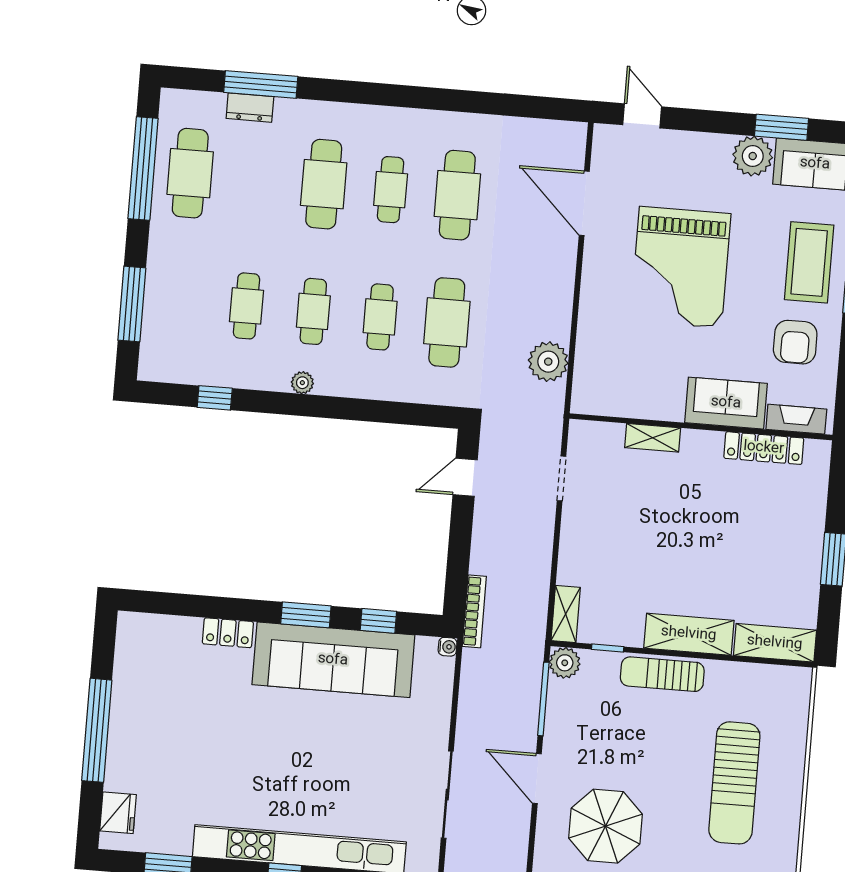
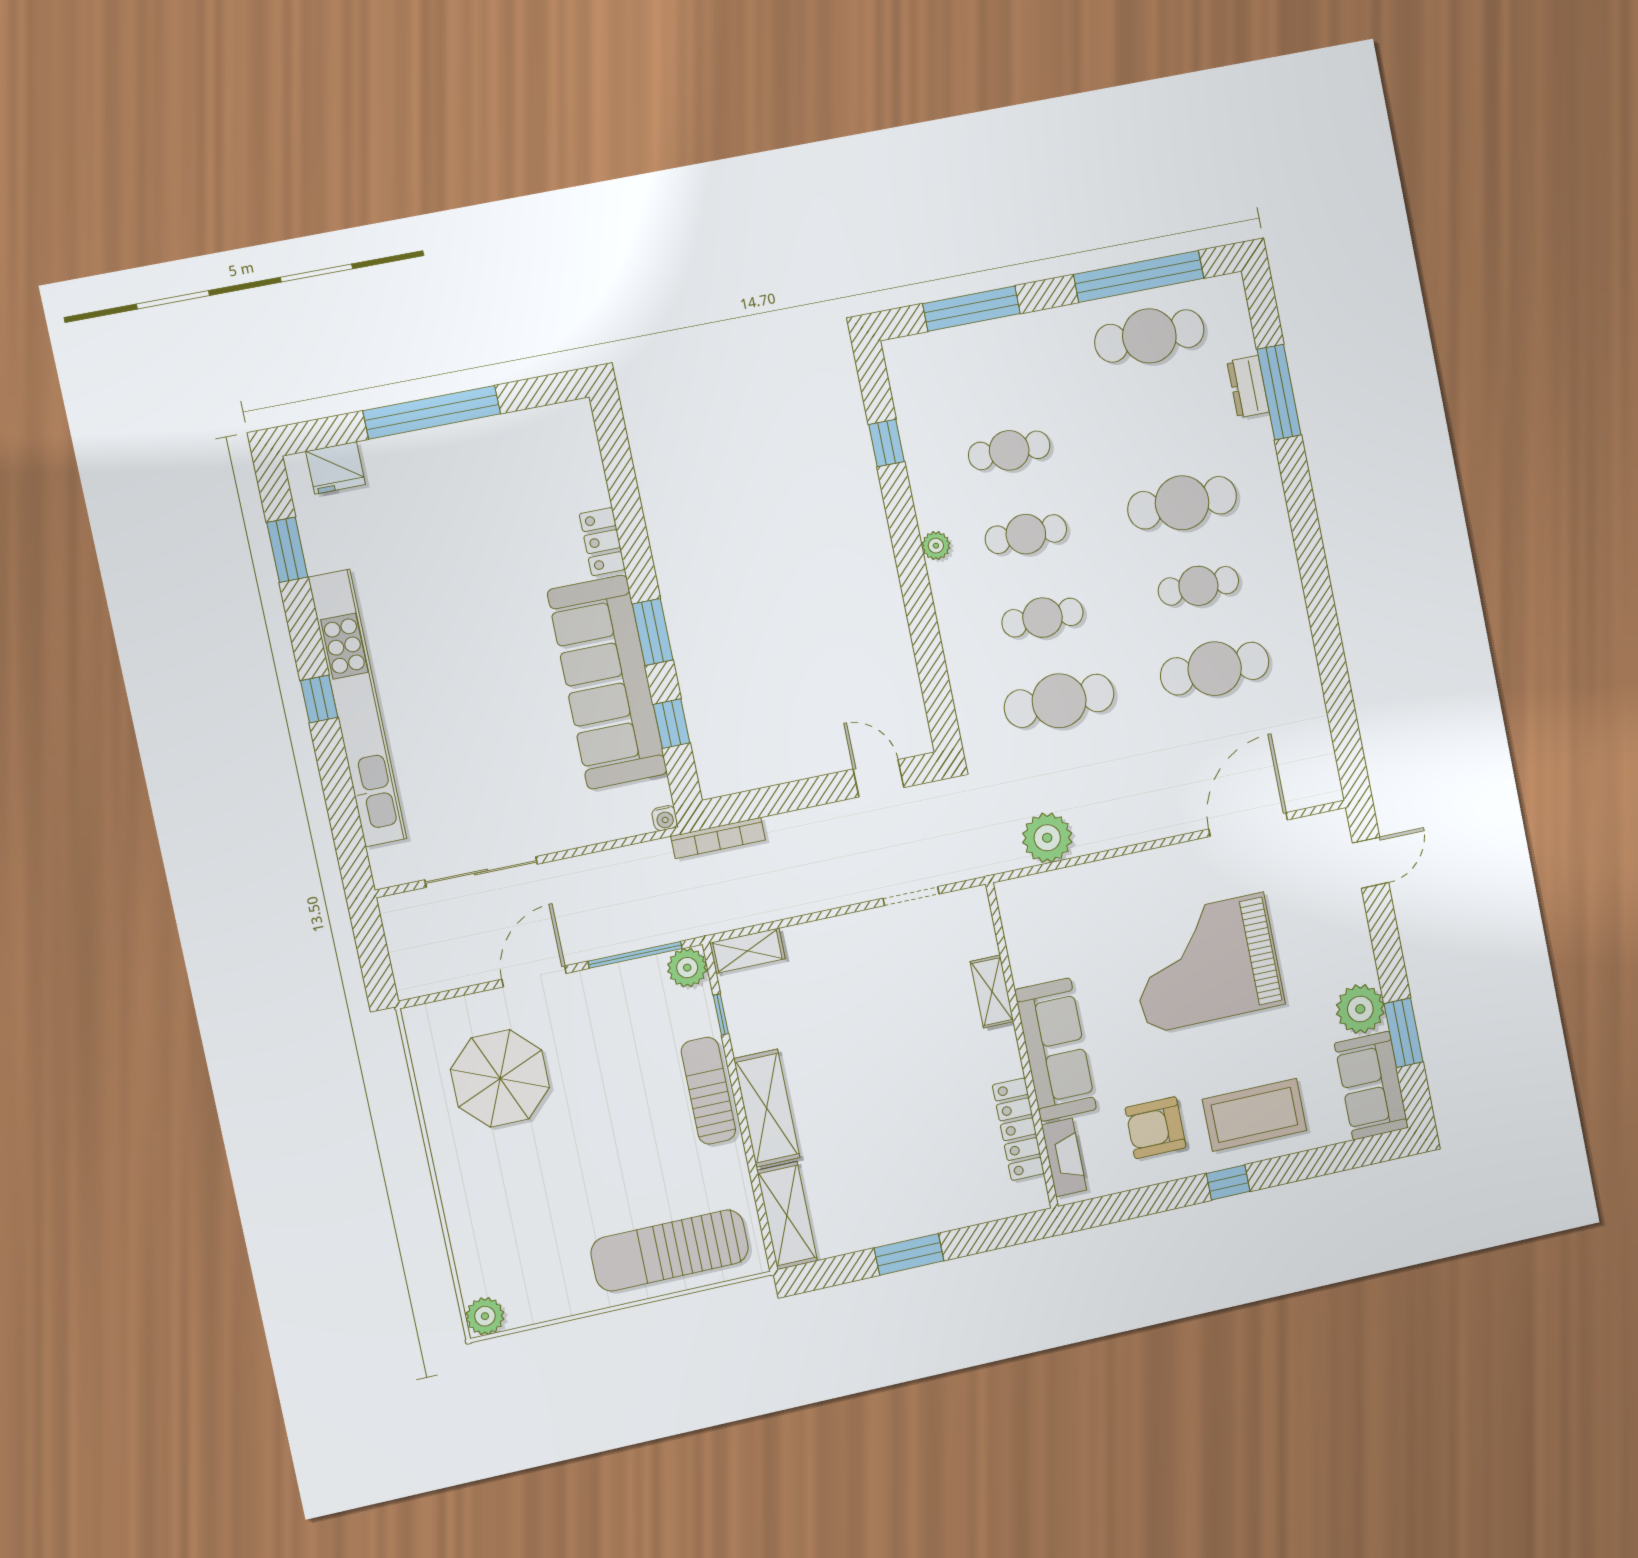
sofa: (726, 403) -> (1056, 1050), width x1.36
sun lounger: (734, 783) -> (670, 1250), moved

